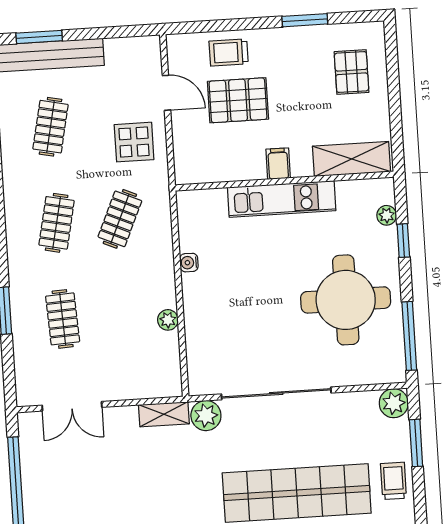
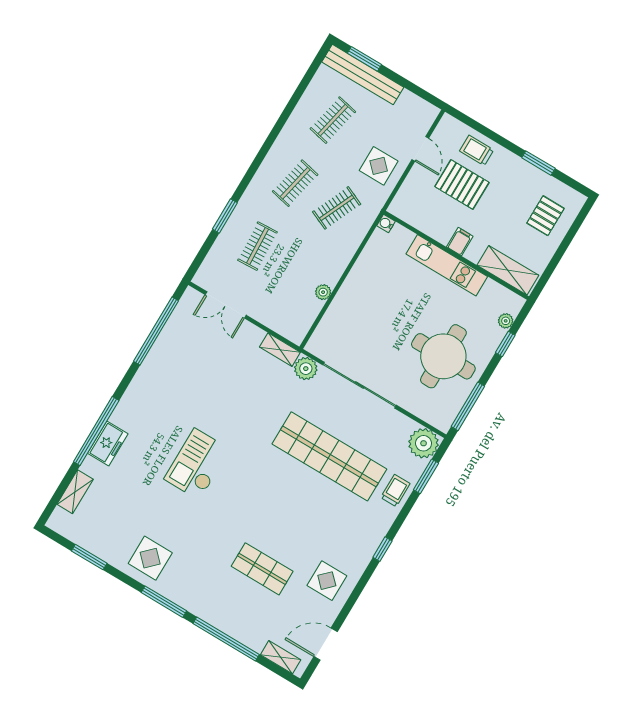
water cooler: (189, 263) -> (386, 224), moved
plant: (394, 403) -> (424, 443), width x1.36, depth x1.36

